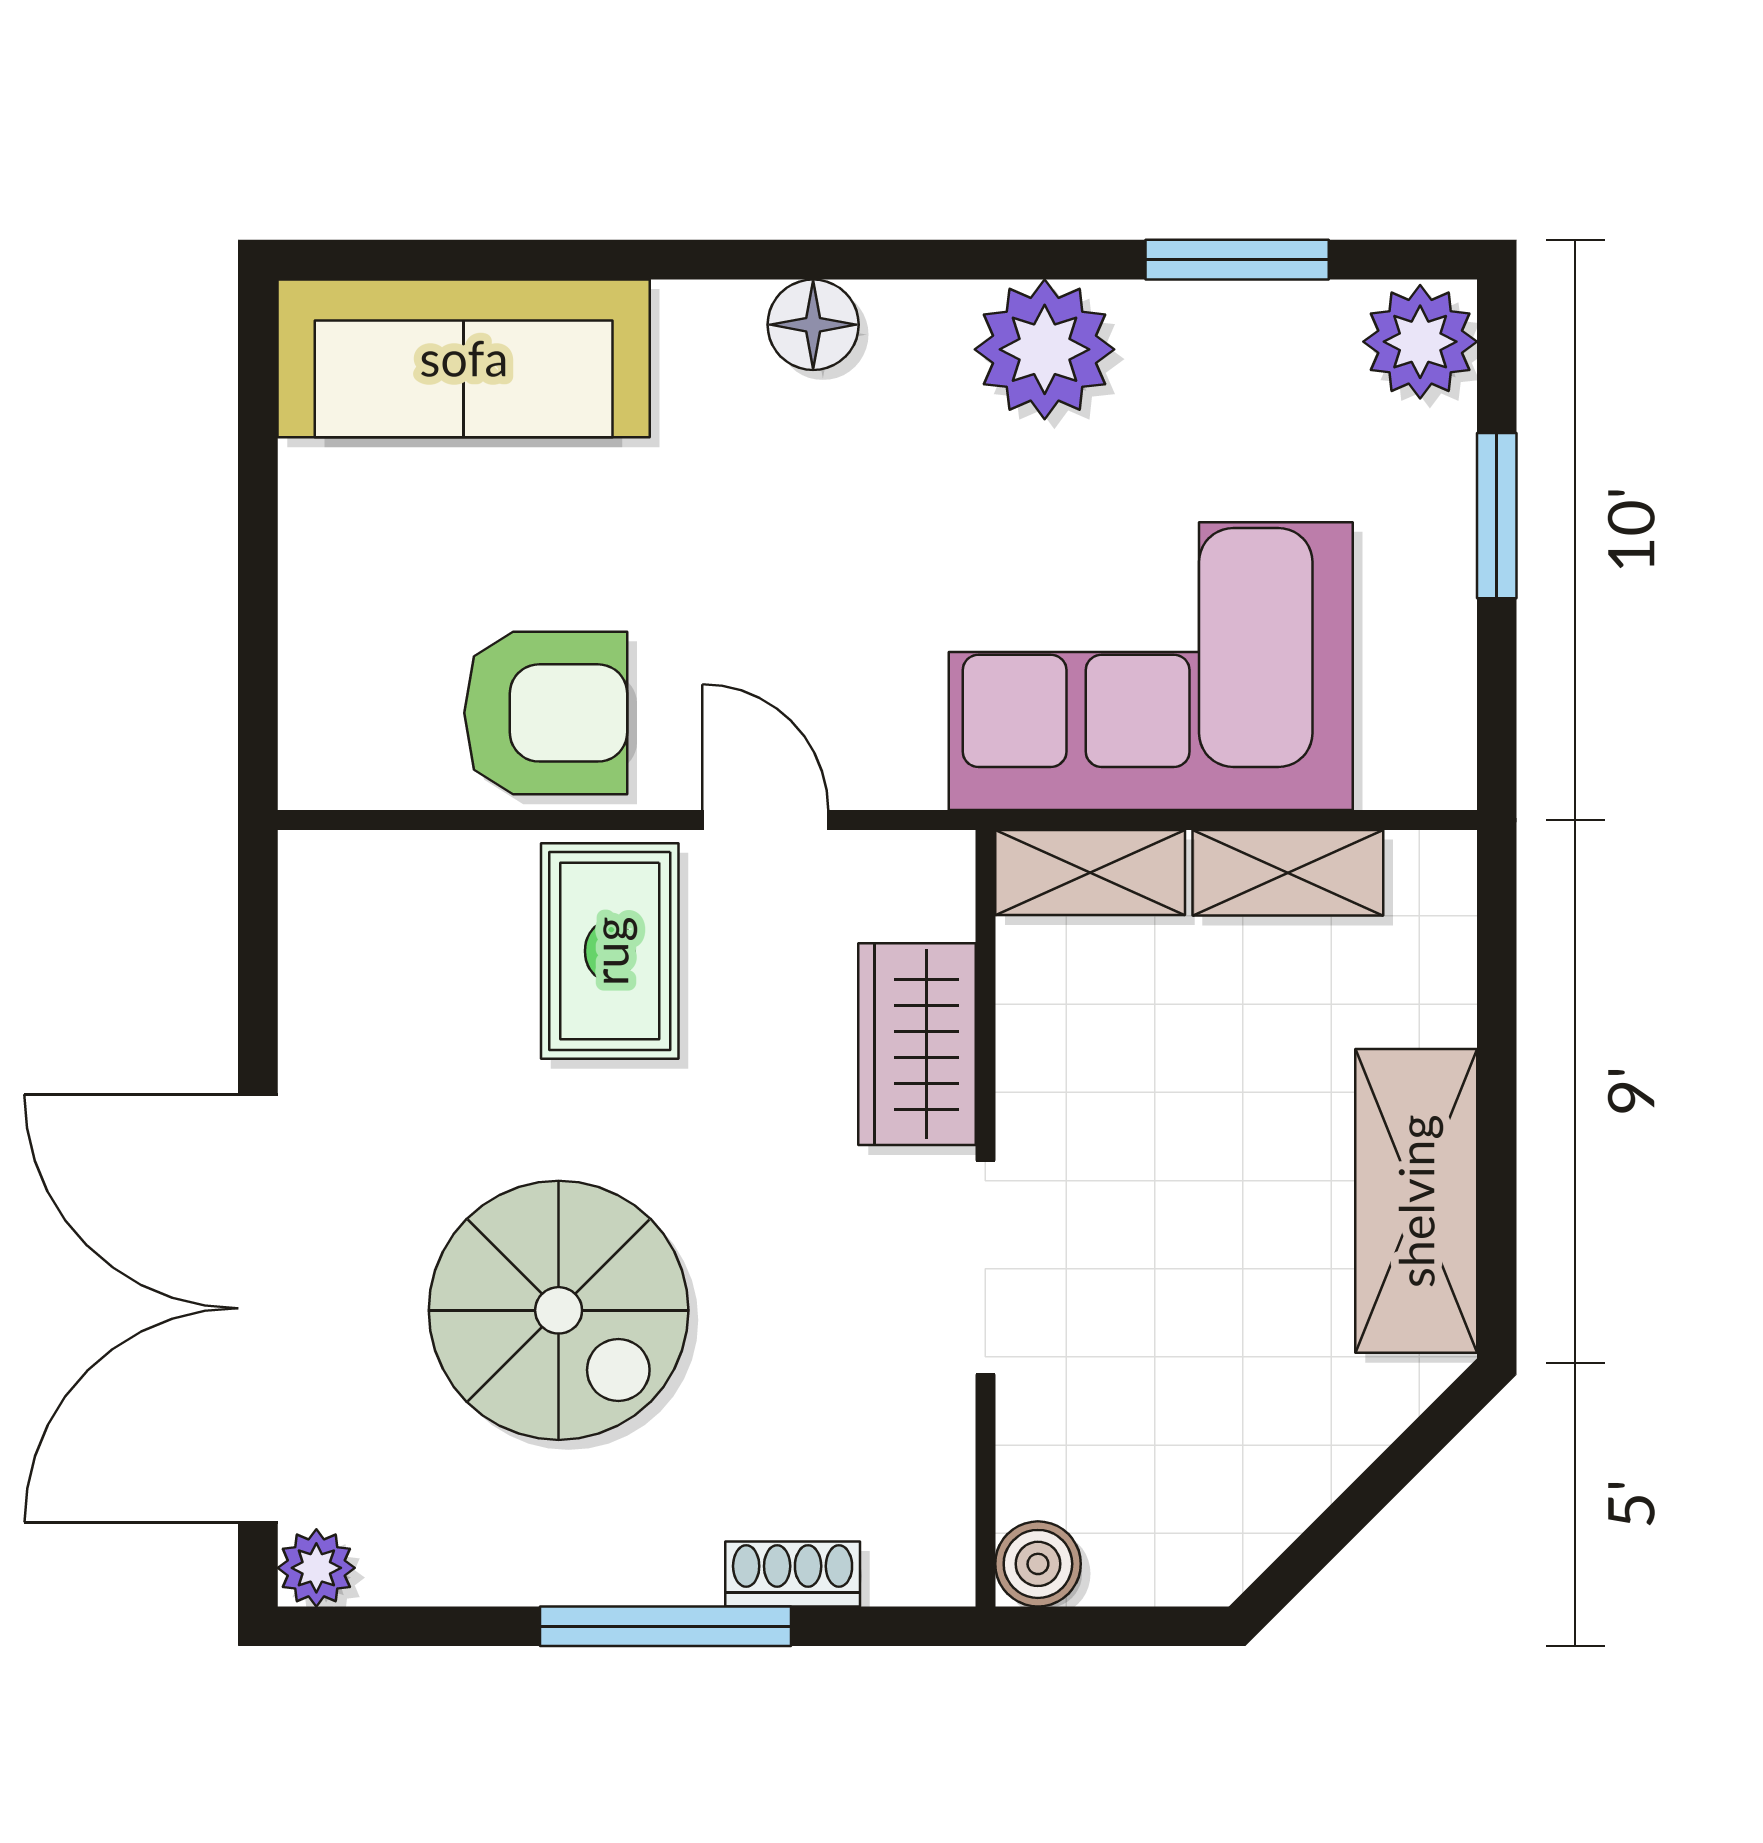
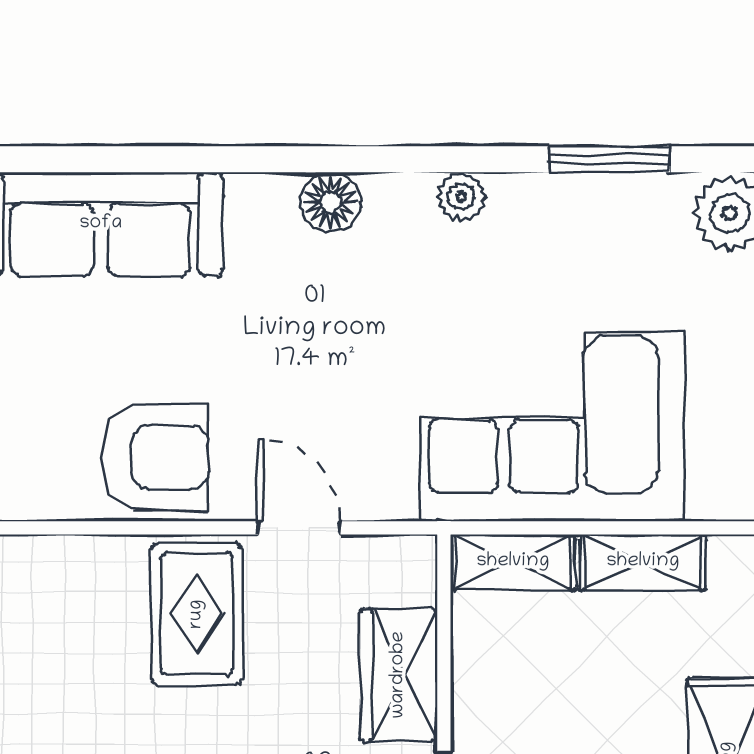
plant: (1045, 349) -> (461, 197), width x0.53, depth x0.53

